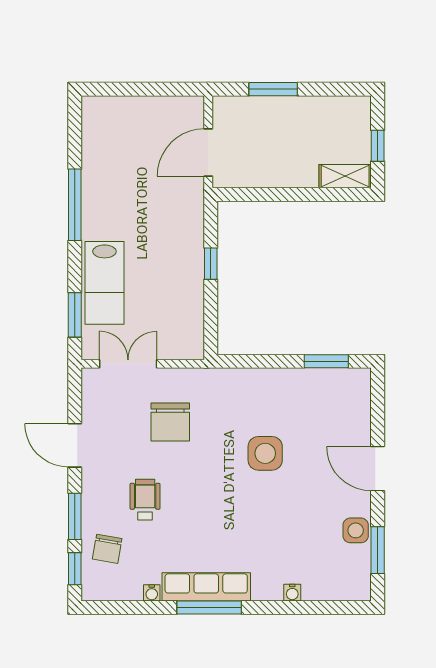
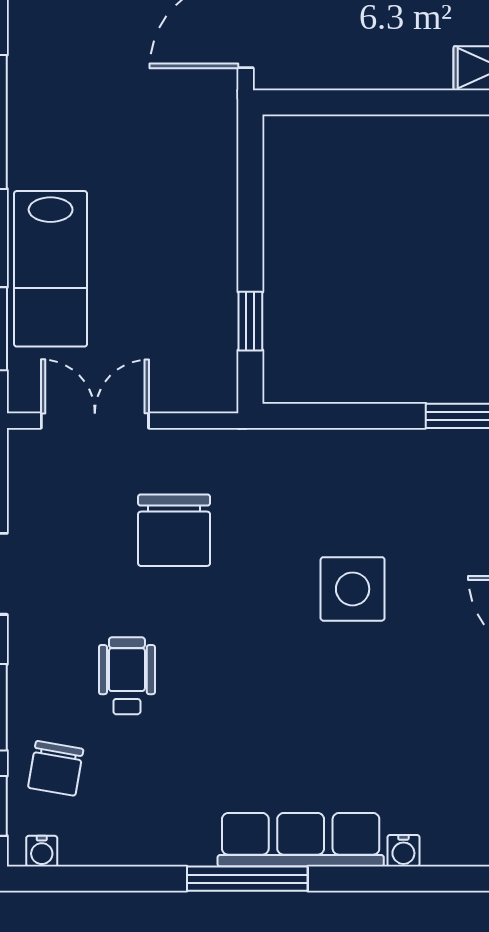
window: (211, 264) -> (250, 321), moved
row of seats: (206, 587) -> (301, 840), moved
water cooler: (152, 593) -> (42, 851), moved

